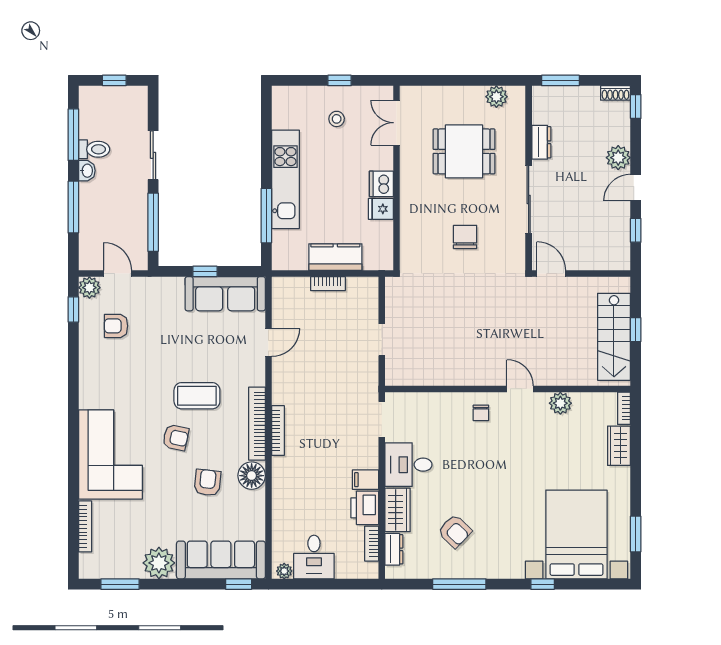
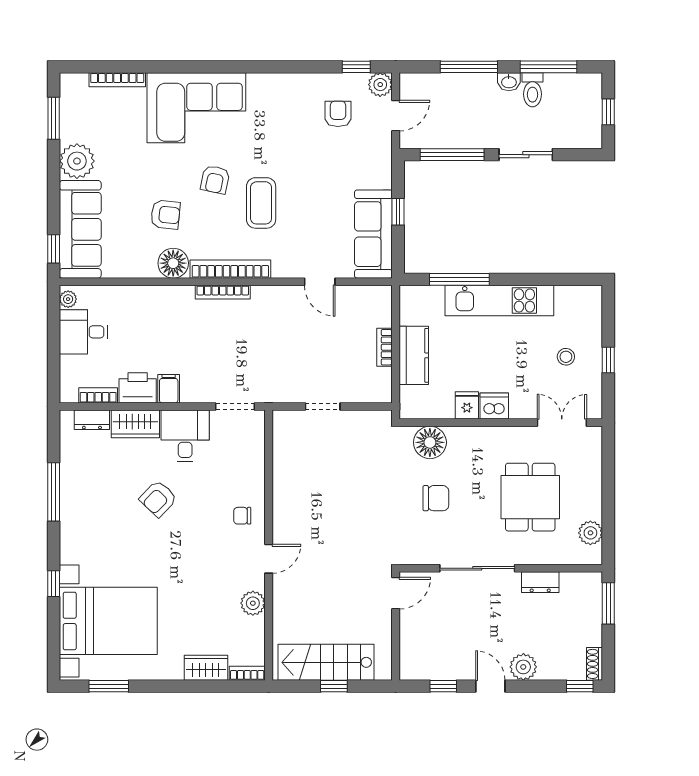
floor lamp: (414, 242) -> (430, 442), added
armchair: (455, 531) -> (158, 499), moved

